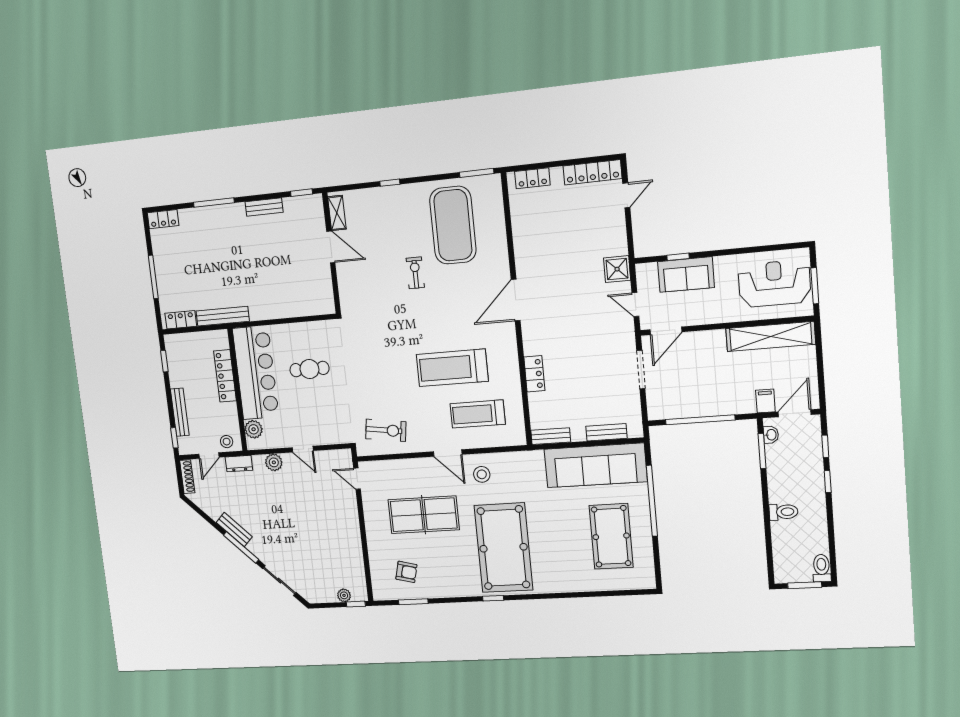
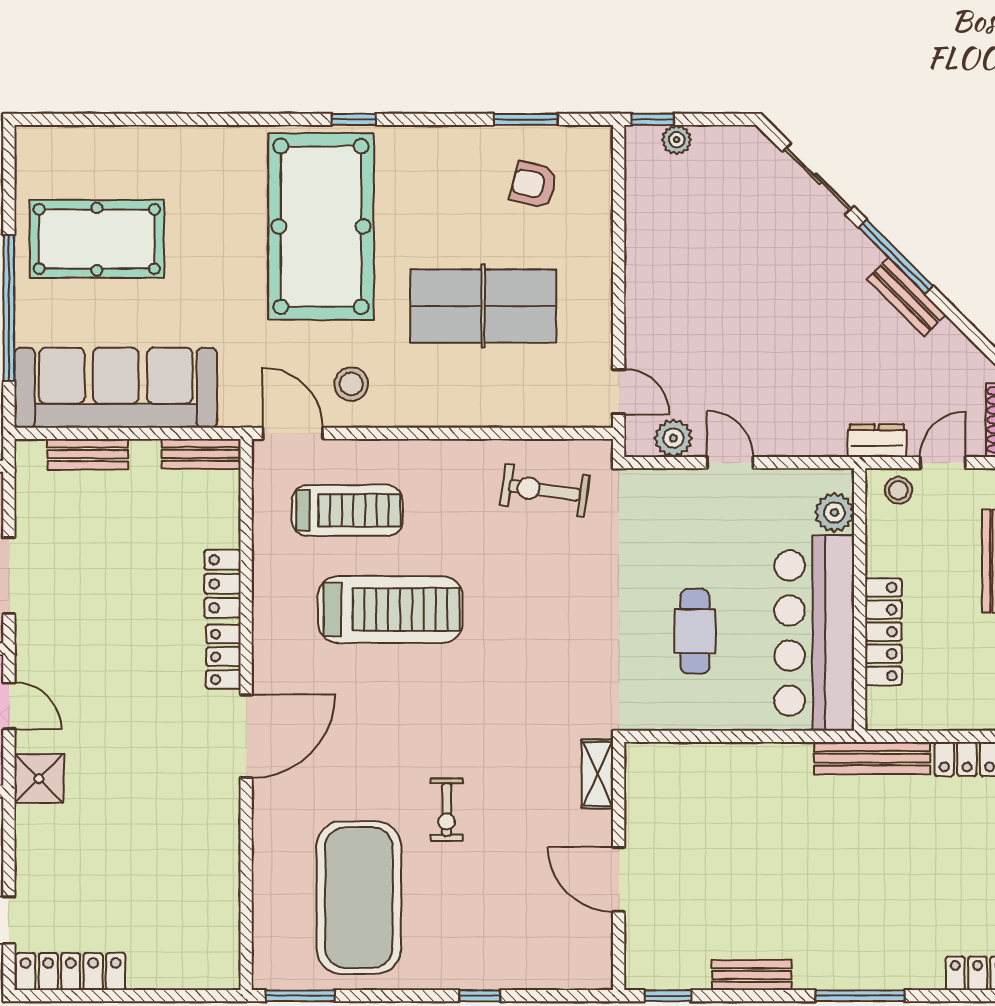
locker: (532, 178) -> (224, 657), moved, turned -90
shelving: (337, 213) -> (598, 774), moved
cafe table: (309, 369) -> (695, 631), turned 90
door: (448, 453) -> (293, 433), moved
plant: (274, 462) -> (673, 438), moved
pool table: (611, 536) -> (97, 239), turned 90

